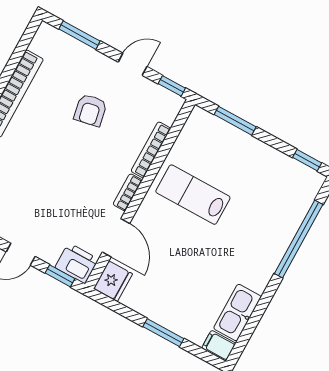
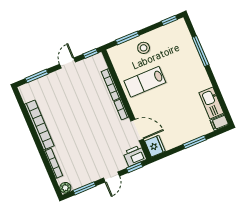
armchair: (90, 110) -> (73, 97), removed
stool: (239, 155) -> (144, 48), added
window: (299, 239) -> (201, 51), width x0.68

